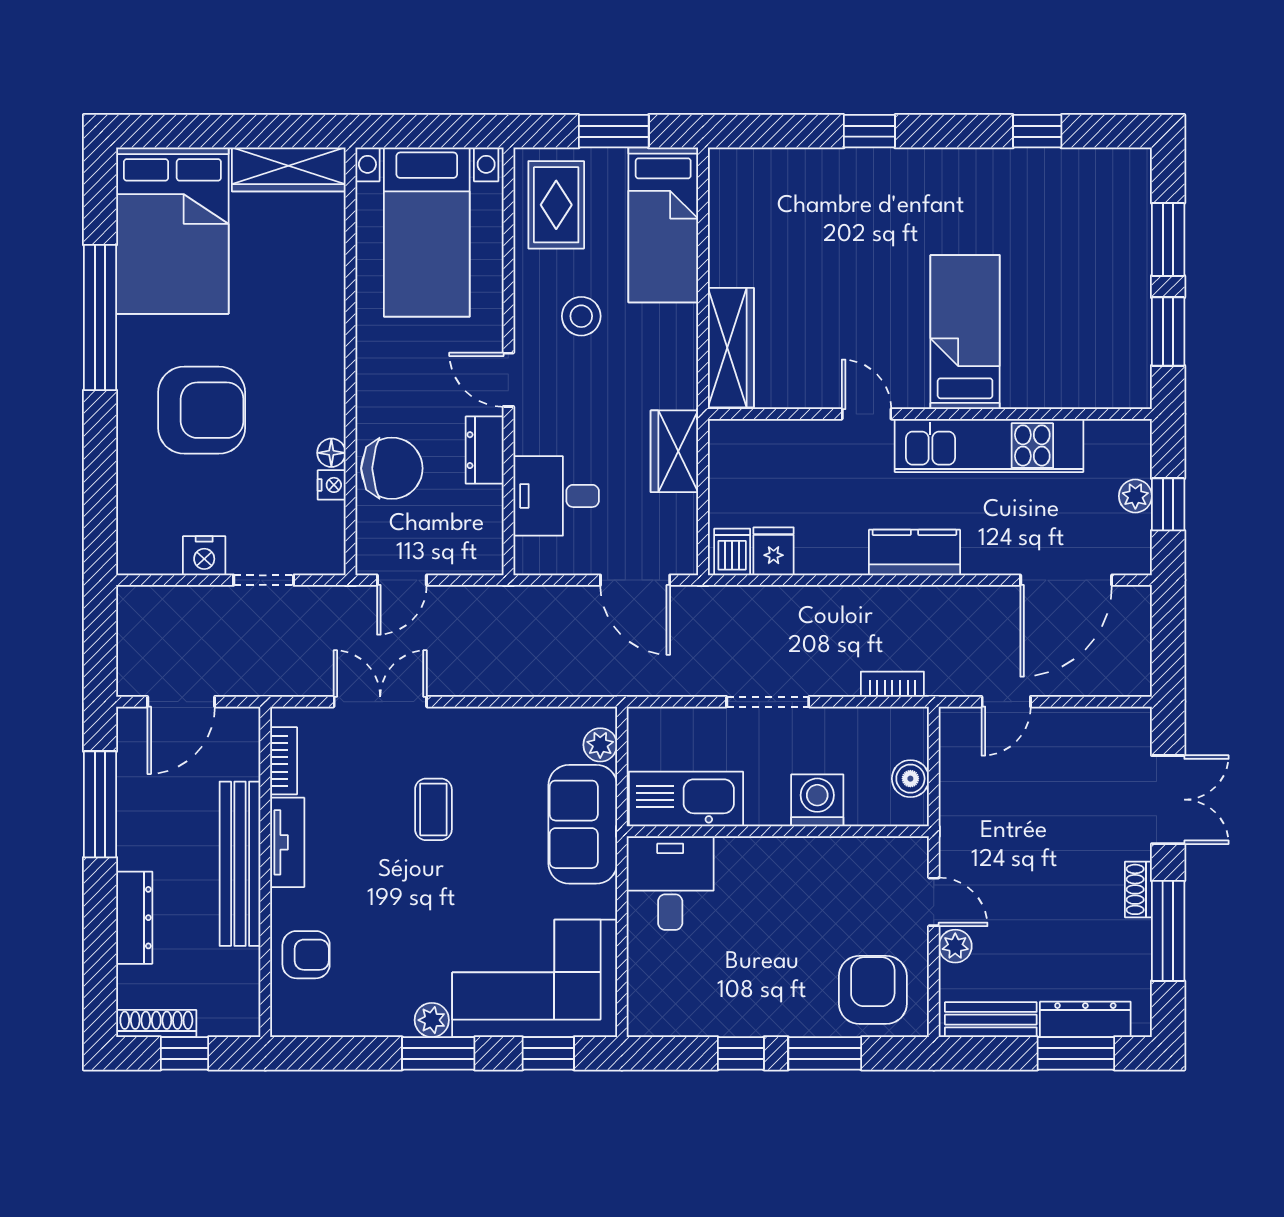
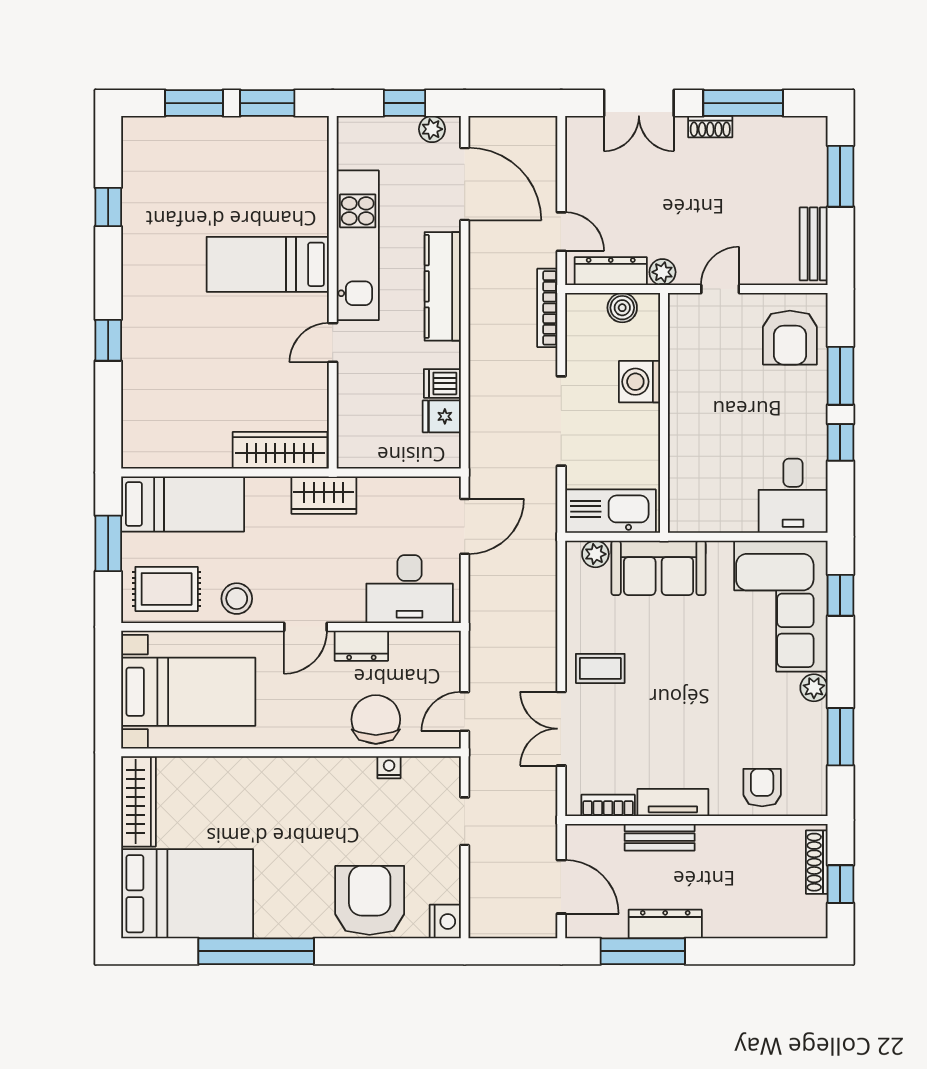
stool: (581, 316) -> (237, 599), moved
armchair: (202, 410) -> (370, 900), moved
wardrobe: (674, 451) -> (324, 495), moved
floor lamp: (331, 453) -> (363, 767), removed
desk: (556, 496) -> (410, 589), width x1.37
plant: (1135, 496) -> (432, 129), moved
dishwasher: (732, 552) -> (442, 383), moved
kitchen counter: (914, 552) -> (443, 286), width x1.50
nightstand: (204, 556) -> (445, 921), moved
door: (402, 580) -> (465, 711), swing flipped
bookcase: (892, 684) -> (547, 308), width x1.56
doorway: (768, 702) -> (561, 421), width x1.36
kitchen sink: (686, 799) -> (610, 511), moved, turned 90
double door: (1168, 800) -> (639, 103), swing flipped
coffee table: (433, 809) -> (600, 668), moved
bench: (240, 864) -> (660, 837), width x0.54, depth x0.82
desk: (670, 883) -> (793, 496), moved, turned -90
dresser: (134, 918) -> (665, 924), moved
plant: (955, 946) -> (662, 272), moved
armchair: (873, 990) -> (790, 338), turned -90
dresser: (1085, 1019) -> (611, 271), moved, turned 90
shoe rack: (156, 1024) -> (817, 862), moved
window: (438, 1053) -> (840, 737), moved

